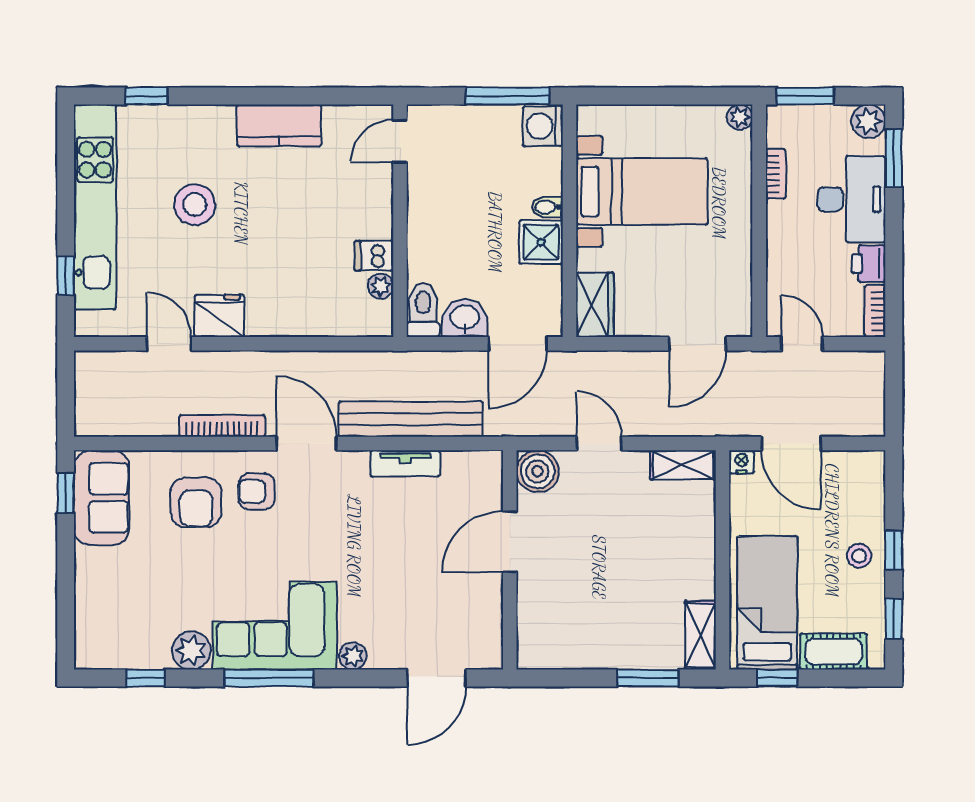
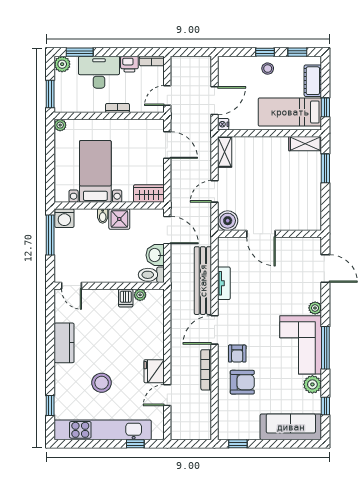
bookcase: (776, 174) -> (118, 108), moved
sofa: (102, 498) -> (291, 427), moved, width x1.36

